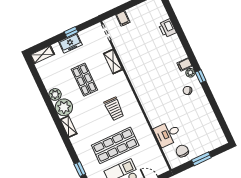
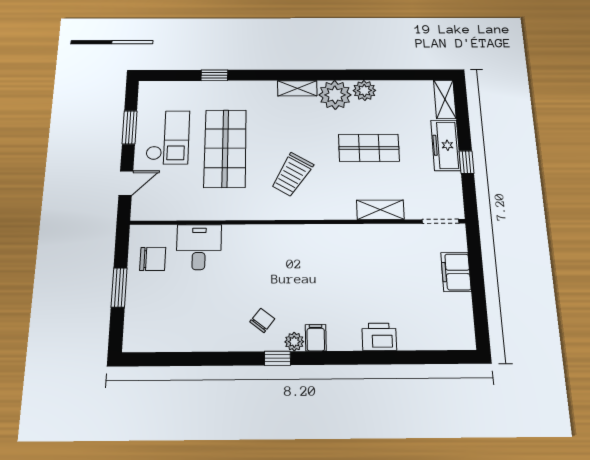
filing cabinet: (123, 18) -> (456, 272), width x2.00
printer: (167, 28) -> (379, 337), moved
freezer: (70, 43) -> (446, 145), width x1.40
trolley: (114, 109) -> (292, 175), turned -59

